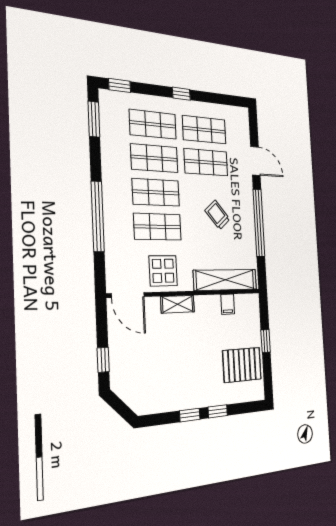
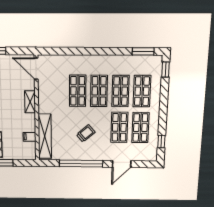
window: (181, 94) -> (161, 142), moved
window: (98, 216) -> (83, 51), removed
display table: (163, 271) -> (51, 93), removed
door: (128, 295) -> (36, 69), hinge flipped

